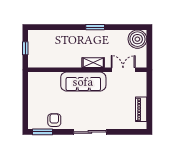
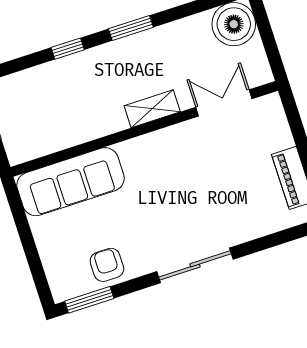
window: (67, 27) -> (68, 49), added
sofa: (83, 82) -> (70, 182), moved

